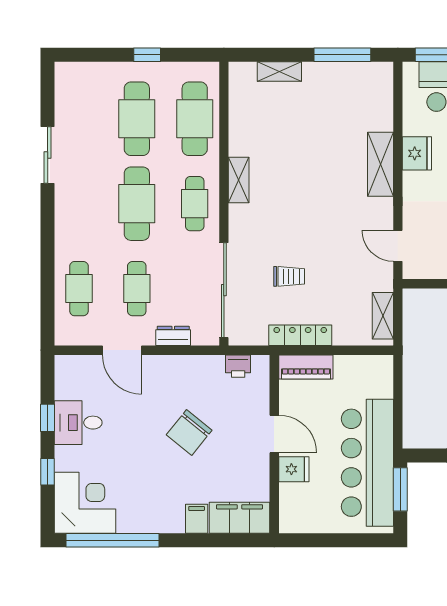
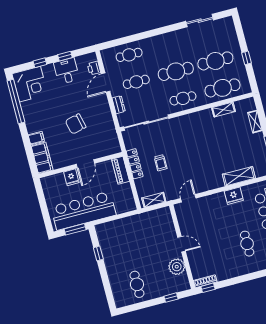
sliding door: (48, 155) -> (200, 21), moved
shelving: (380, 164) -> (239, 176), moved
shelving: (239, 180) -> (223, 110), moved
trolley: (289, 276) -> (161, 163), moved
printer: (238, 366) -> (94, 68), moved
chair: (189, 433) -> (76, 124), turned -52

